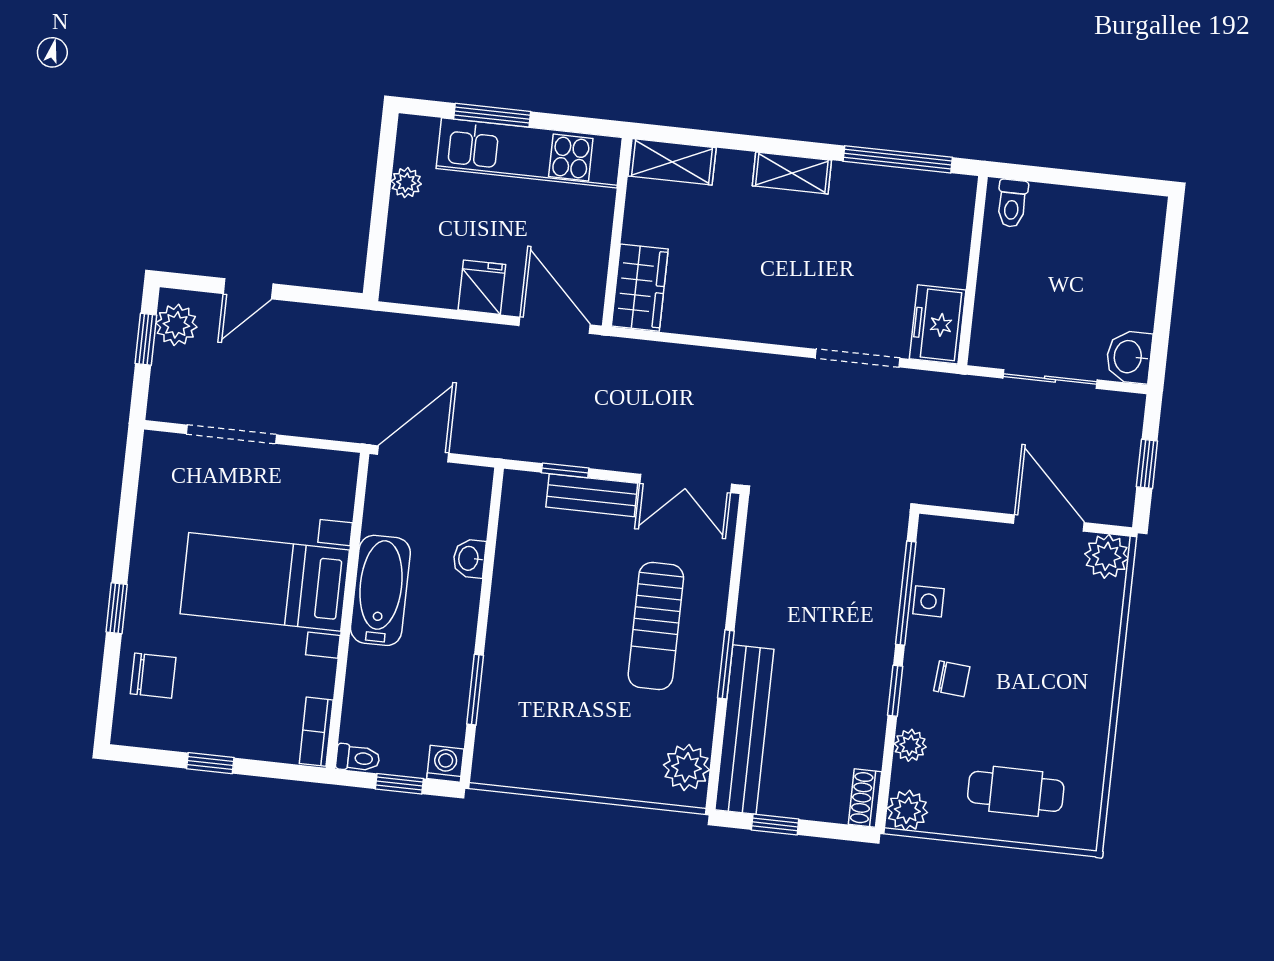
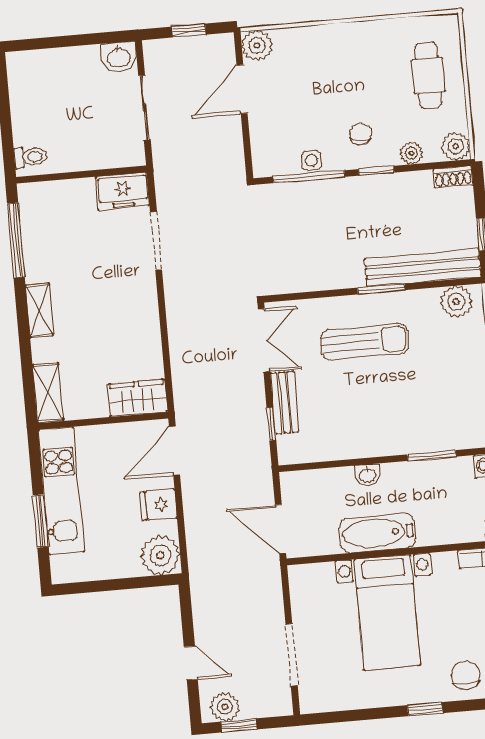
plant: (406, 183) -> (161, 555), moved, width x1.87, depth x1.87
washbasin: (469, 558) -> (367, 475), moved

